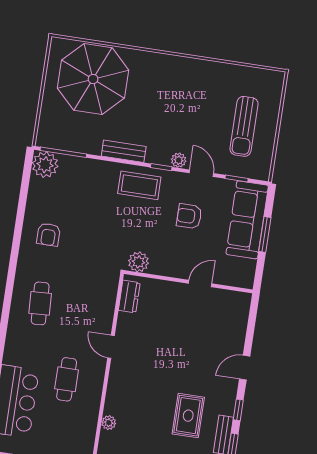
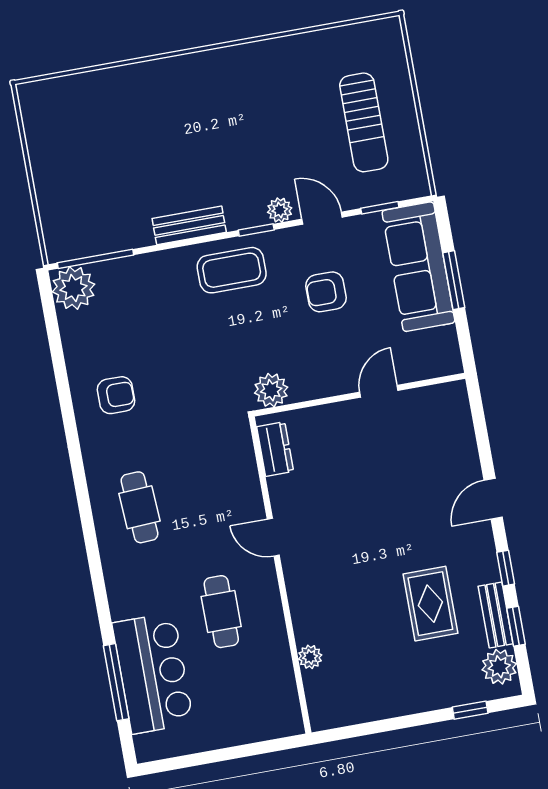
parasol: (93, 79) -> (103, 129), removed
armchair: (48, 234) -> (116, 395), turned -90

